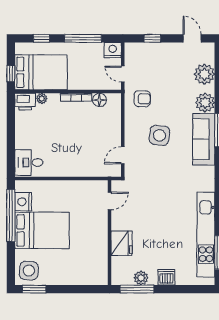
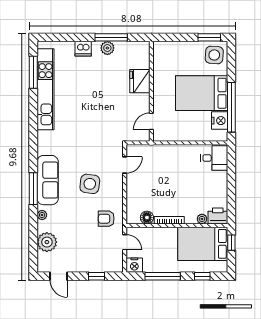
plant: (205, 103) -> (42, 215), width x0.53, depth x0.53
door: (109, 201) -> (151, 121), moved
wall: (109, 233) -> (151, 91), moved
fridge: (122, 243) -> (140, 81), moved

